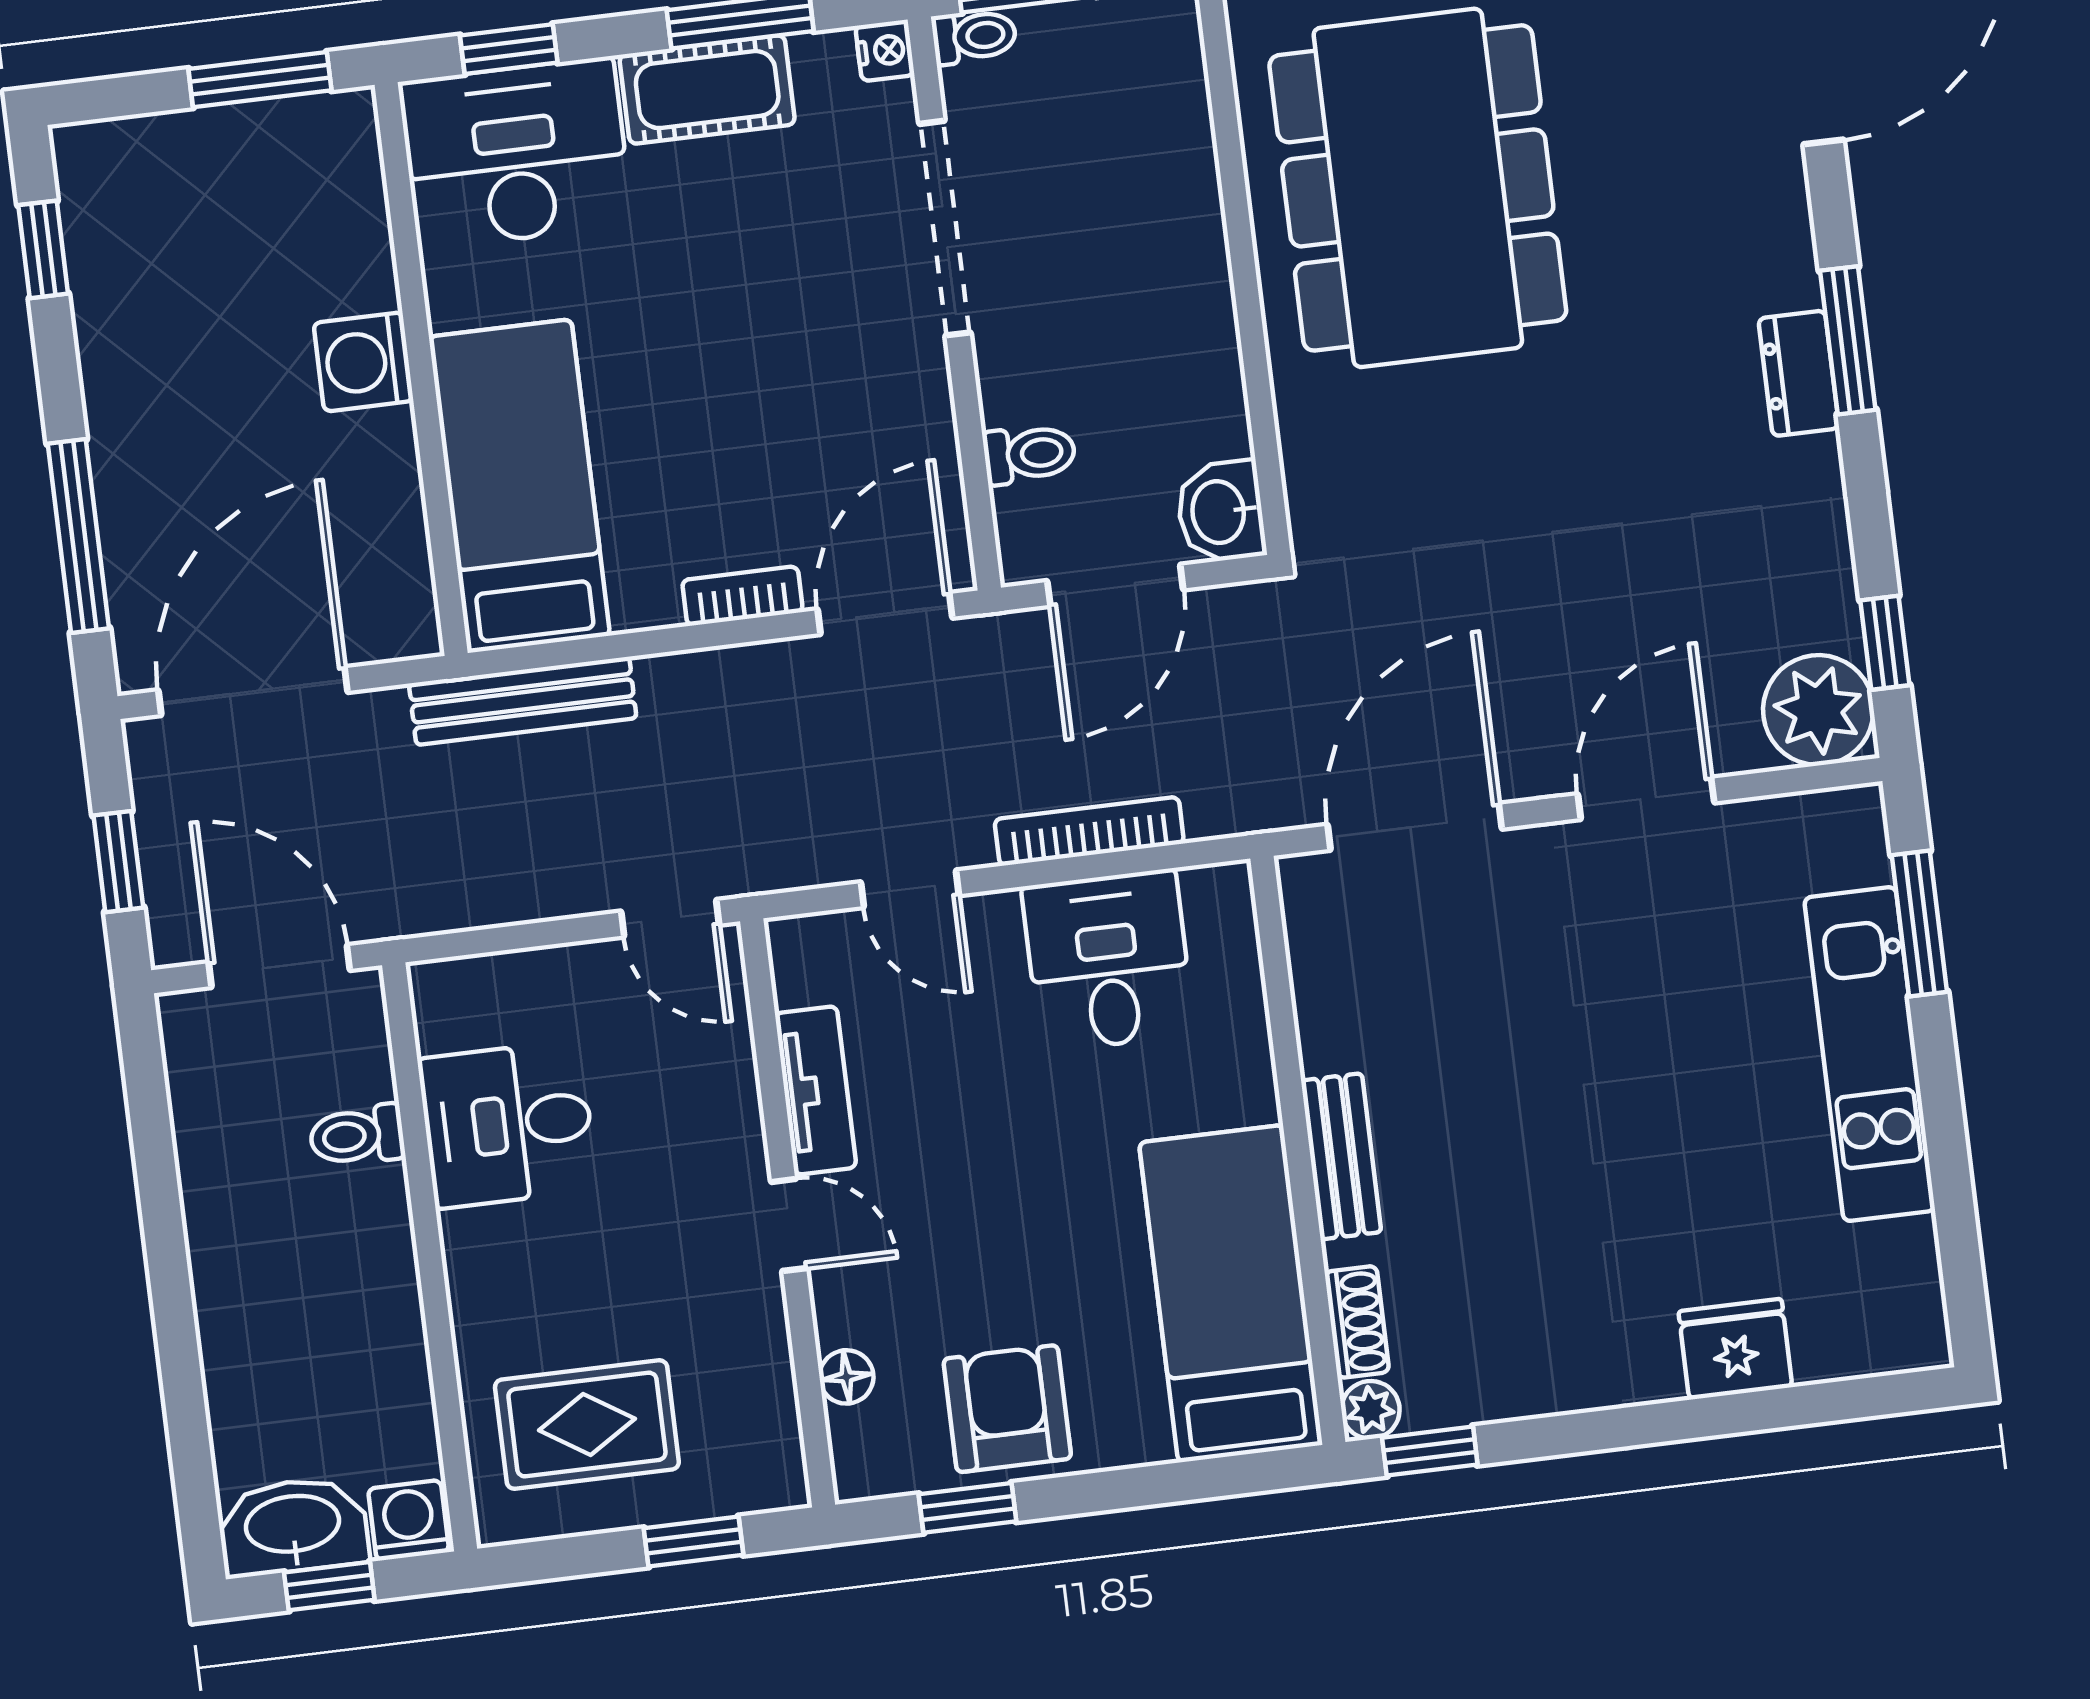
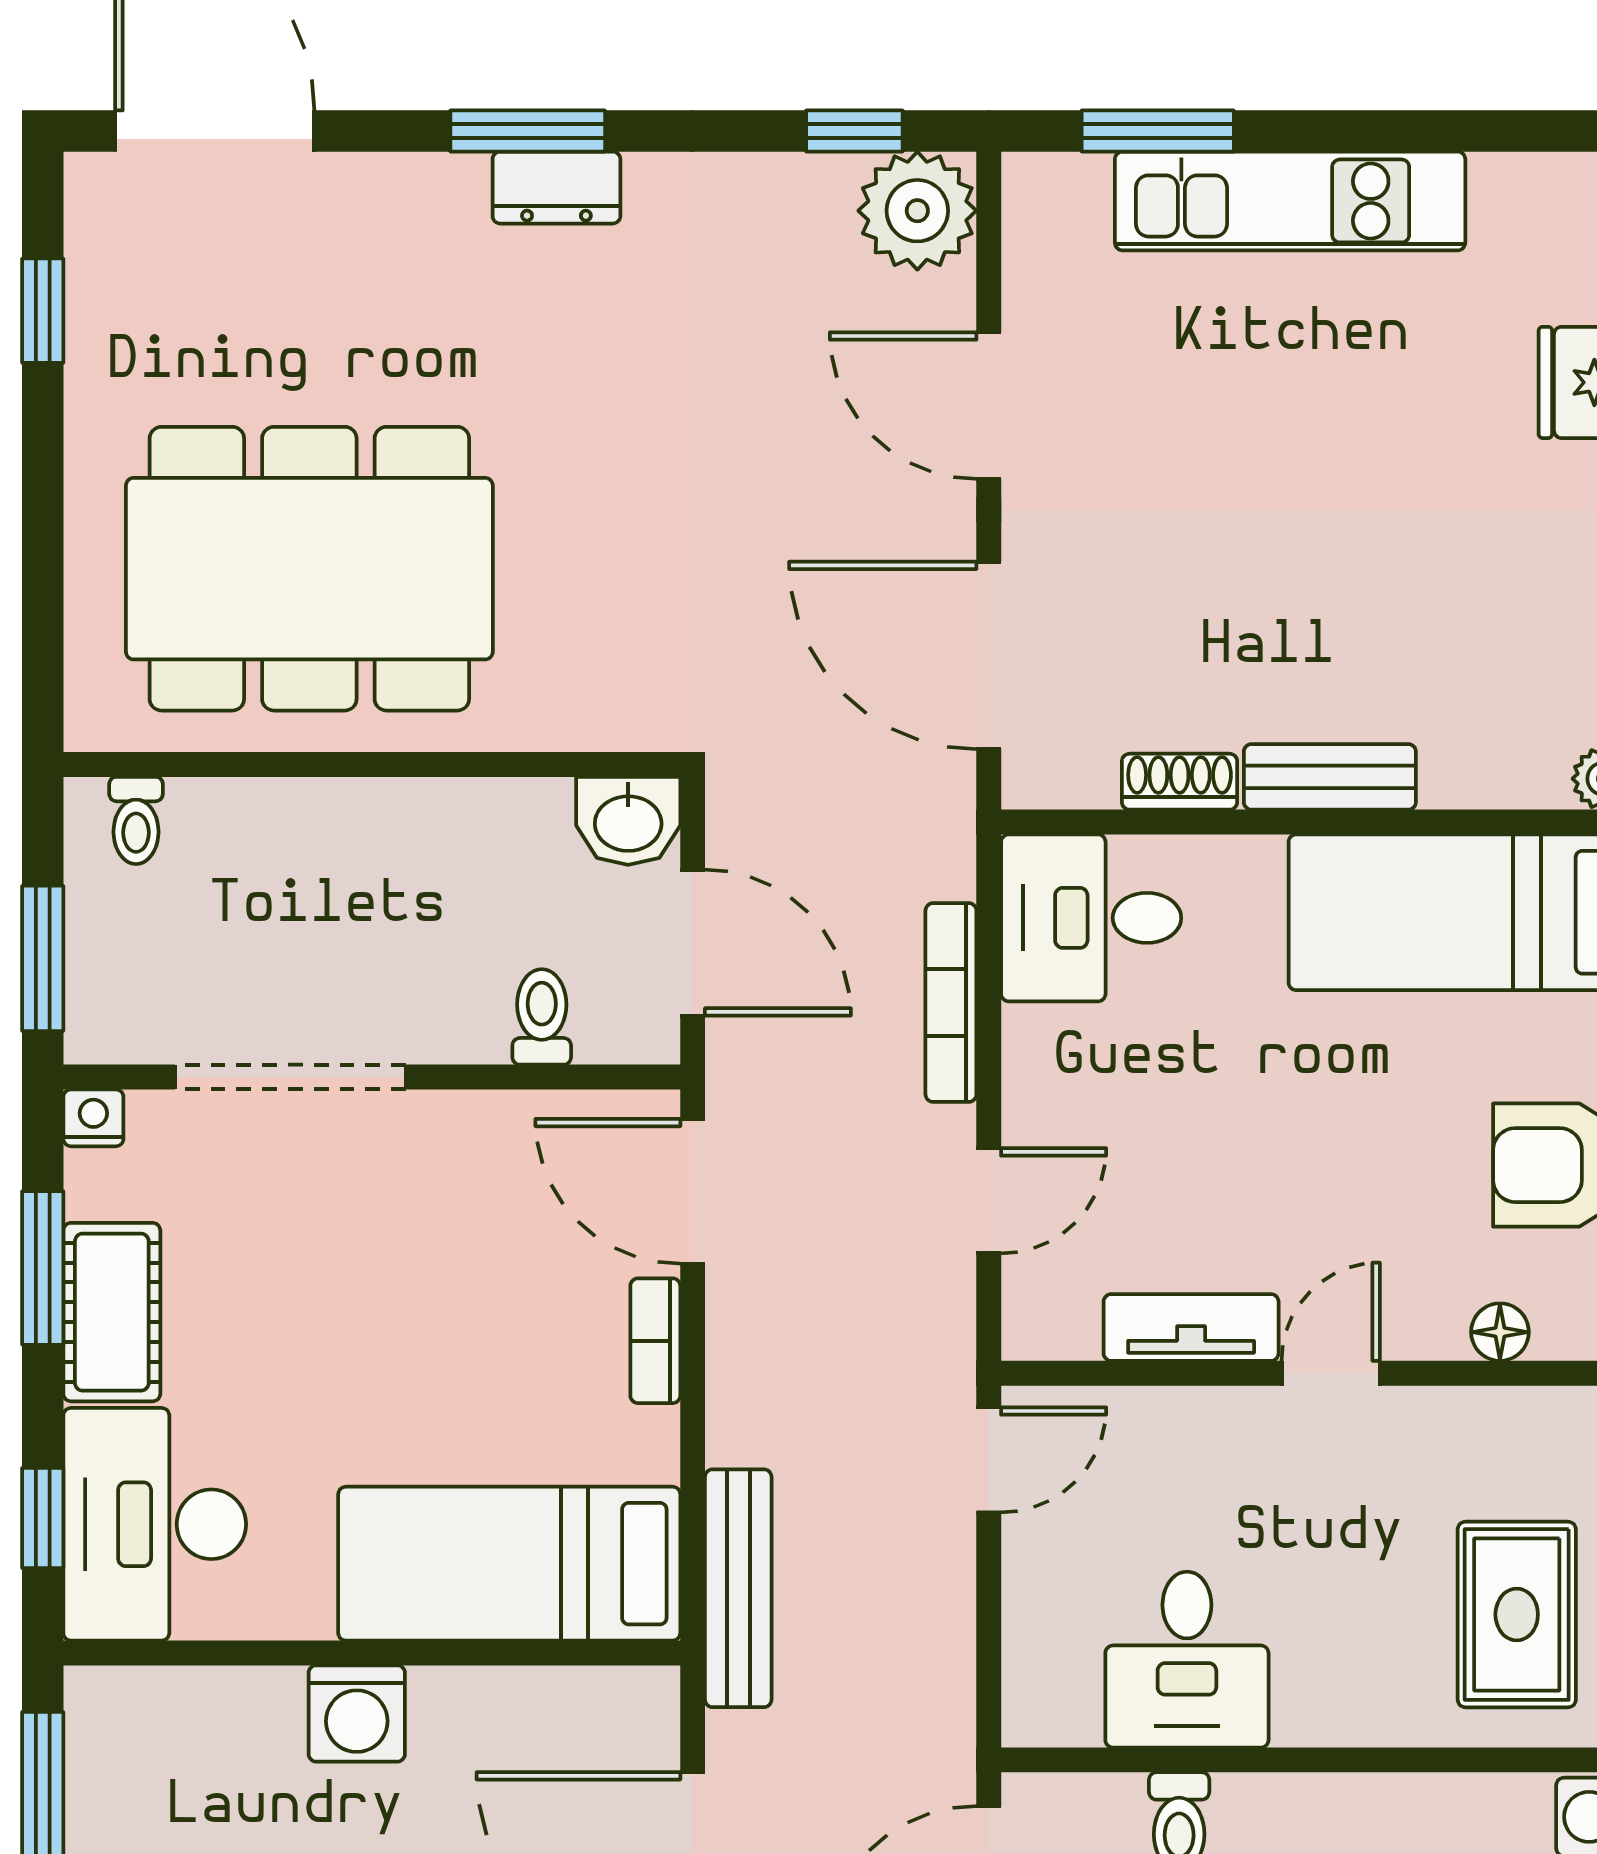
toilet: (974, 36) -> (136, 820), moved, turned 180
desk: (1108, 961) -> (1091, 918), moved
shoe rack: (1357, 1322) -> (1180, 782), moved

